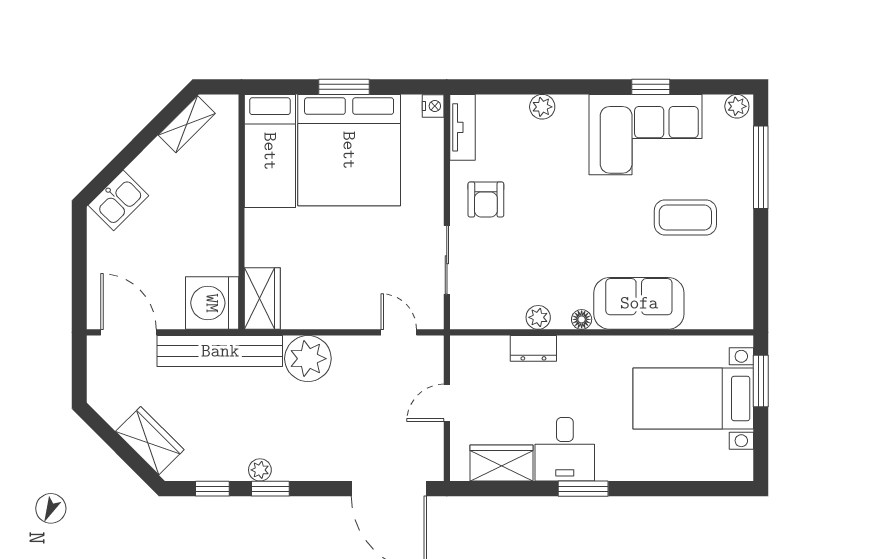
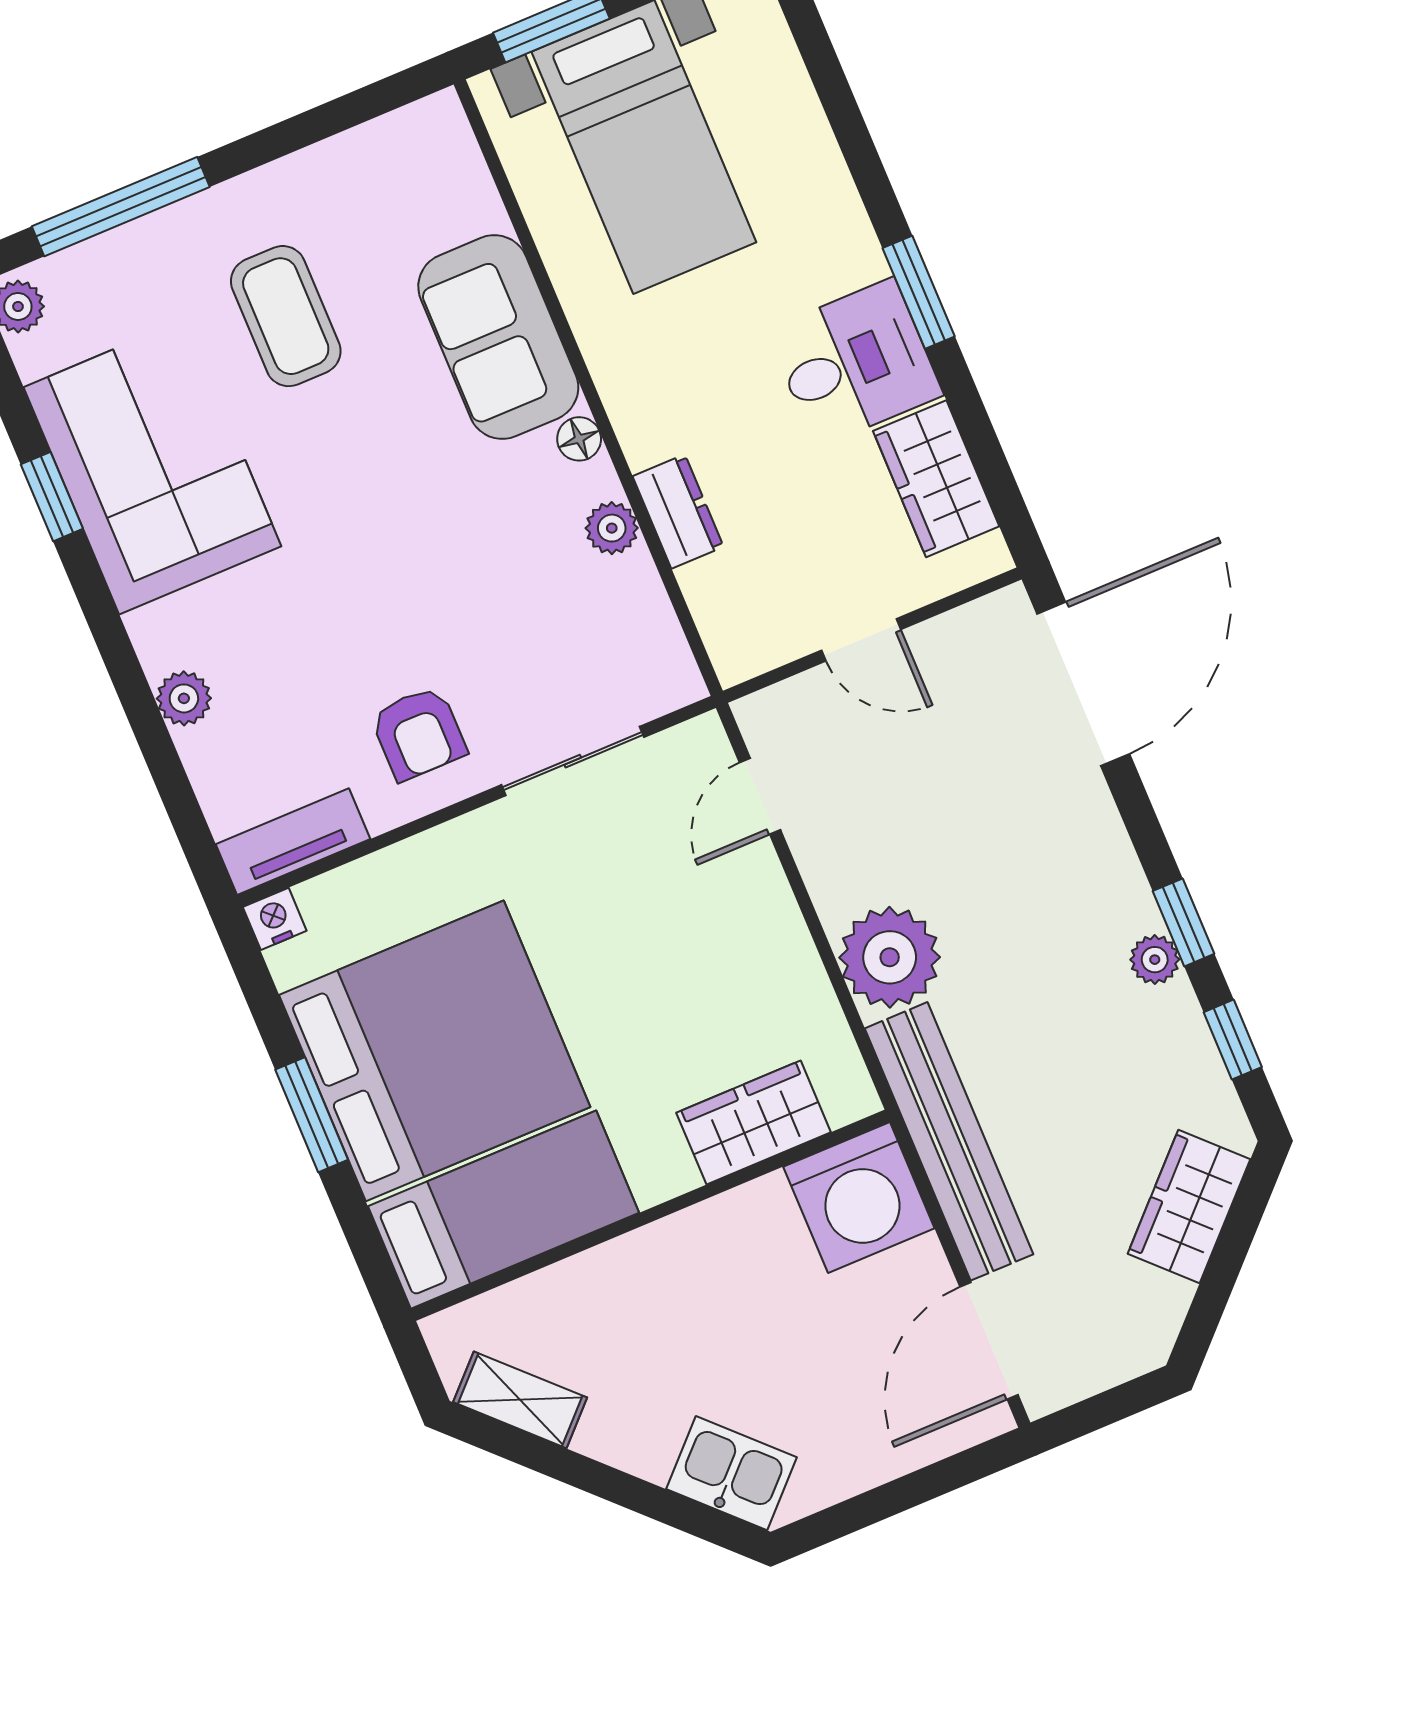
armchair: (486, 200) -> (418, 733), turned 90
wardrobe: (262, 299) -> (754, 1123), moved

